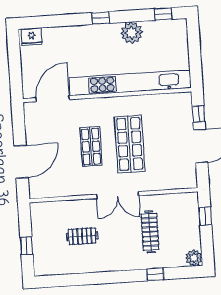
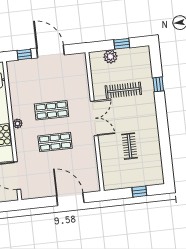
plant: (115, 102) -> (18, 124), added
shop shelf: (130, 144) -> (52, 110), width x0.70, depth x0.74
window: (205, 216) -> (122, 44), moved
plant: (194, 258) -> (110, 57), moved

